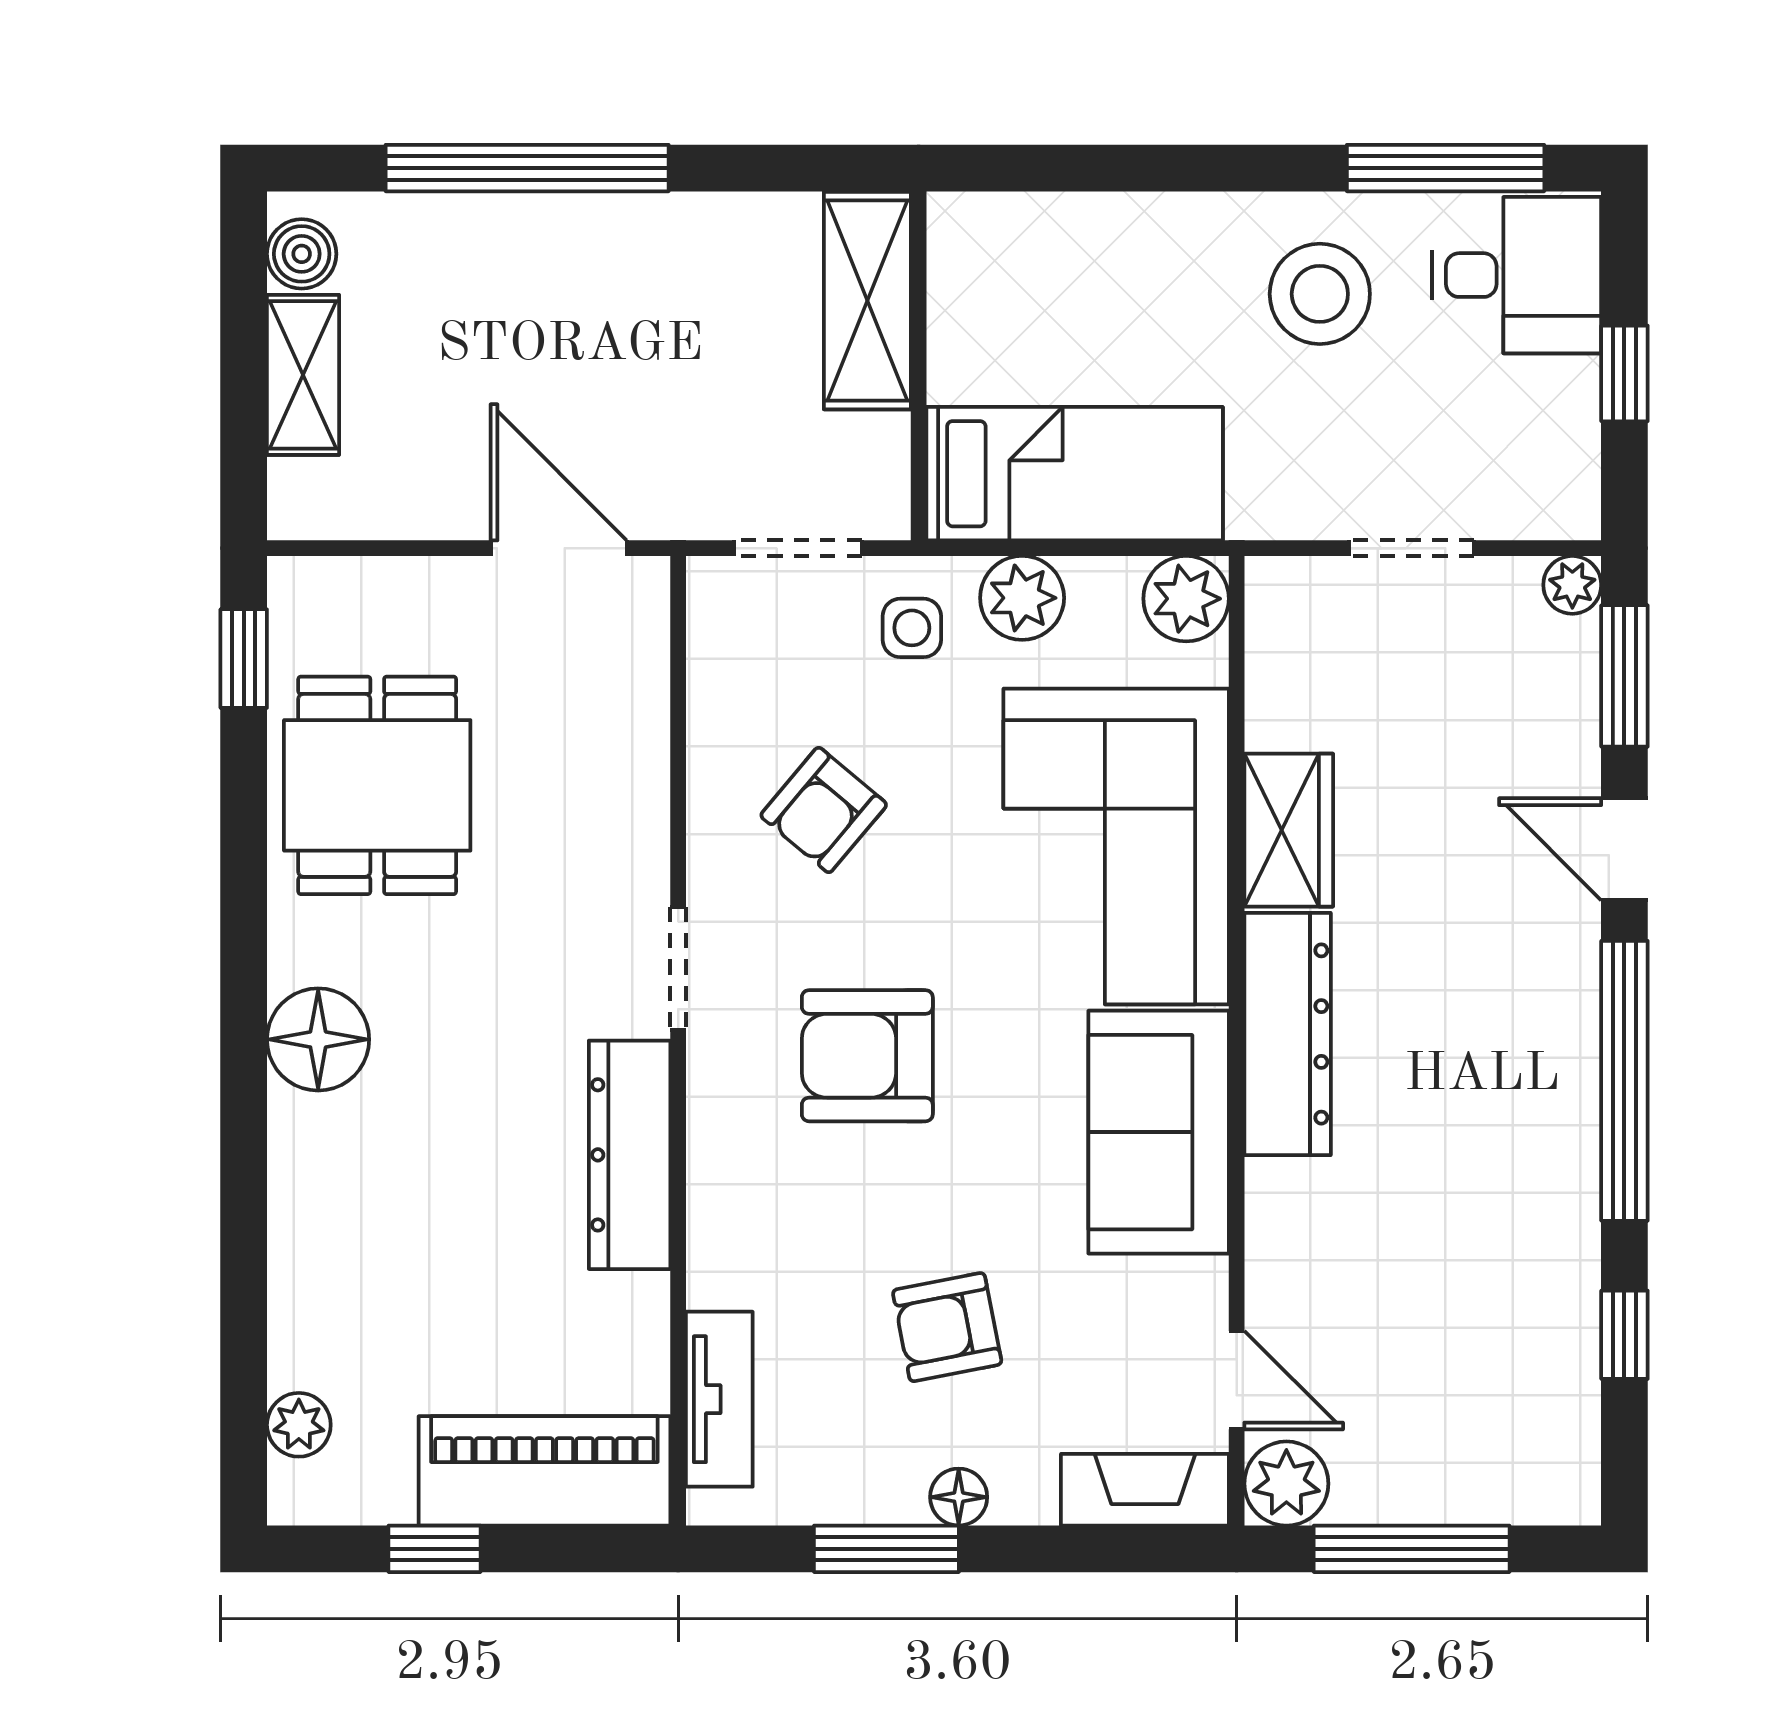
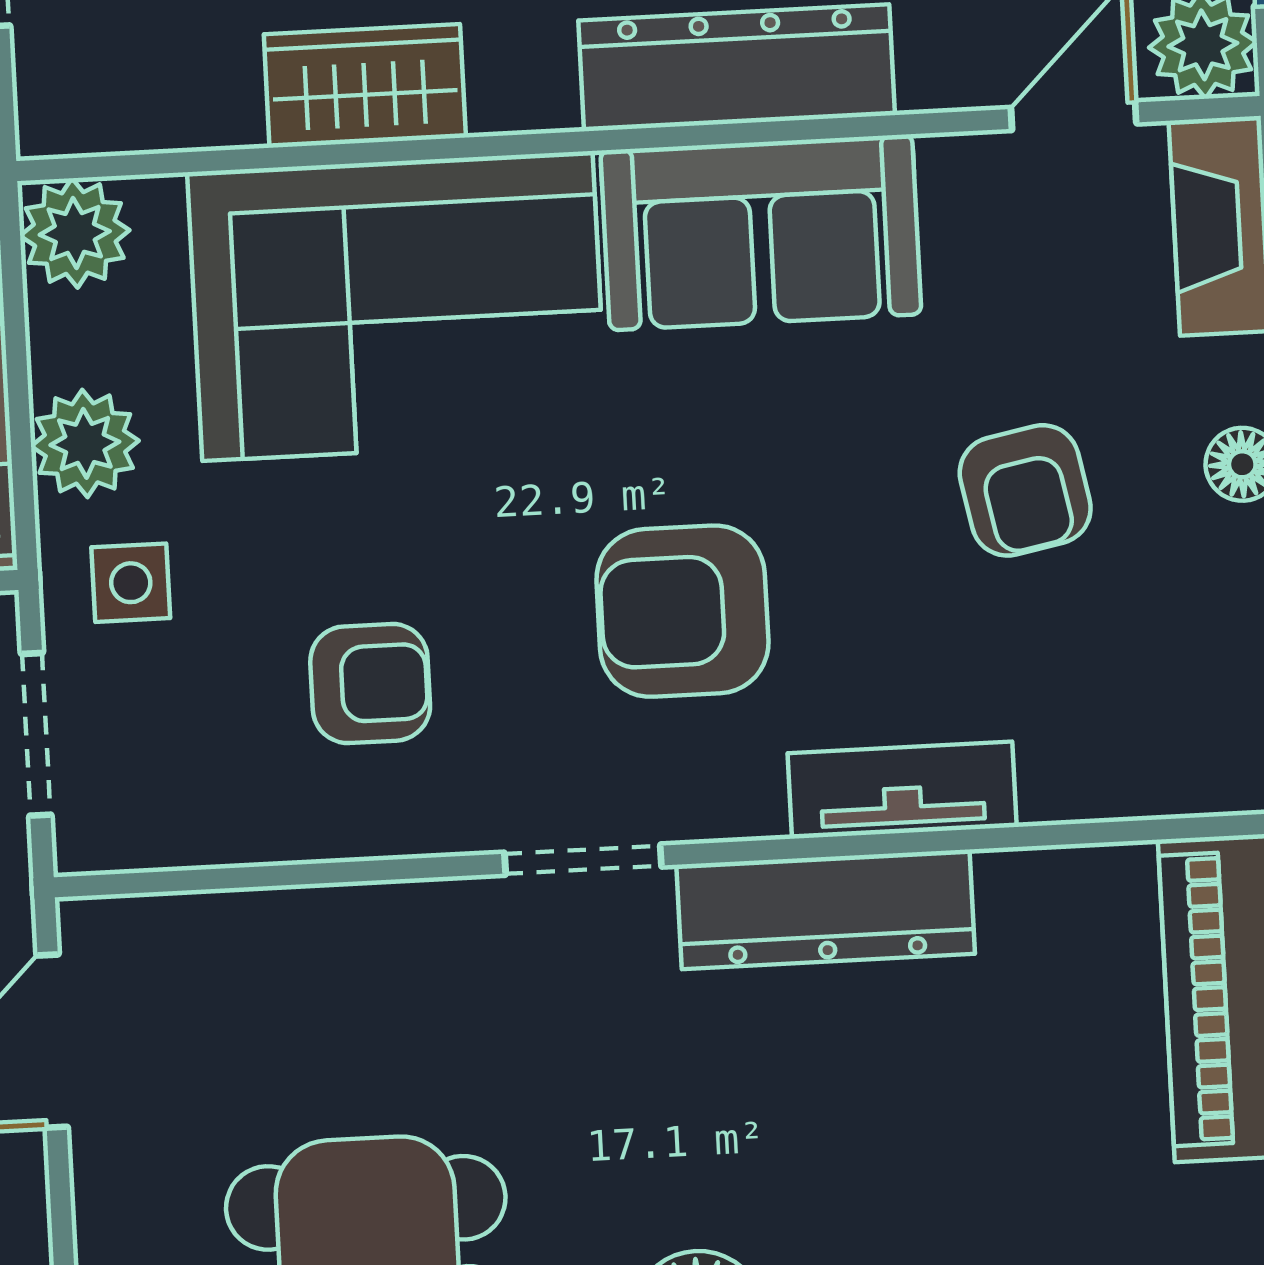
armchair: (824, 810) -> (370, 684), turned -40
dresser: (1288, 1034) -> (737, 68), moved
armchair: (867, 1056) -> (682, 611), turned 90
tv unit: (719, 1399) -> (902, 790), moved

